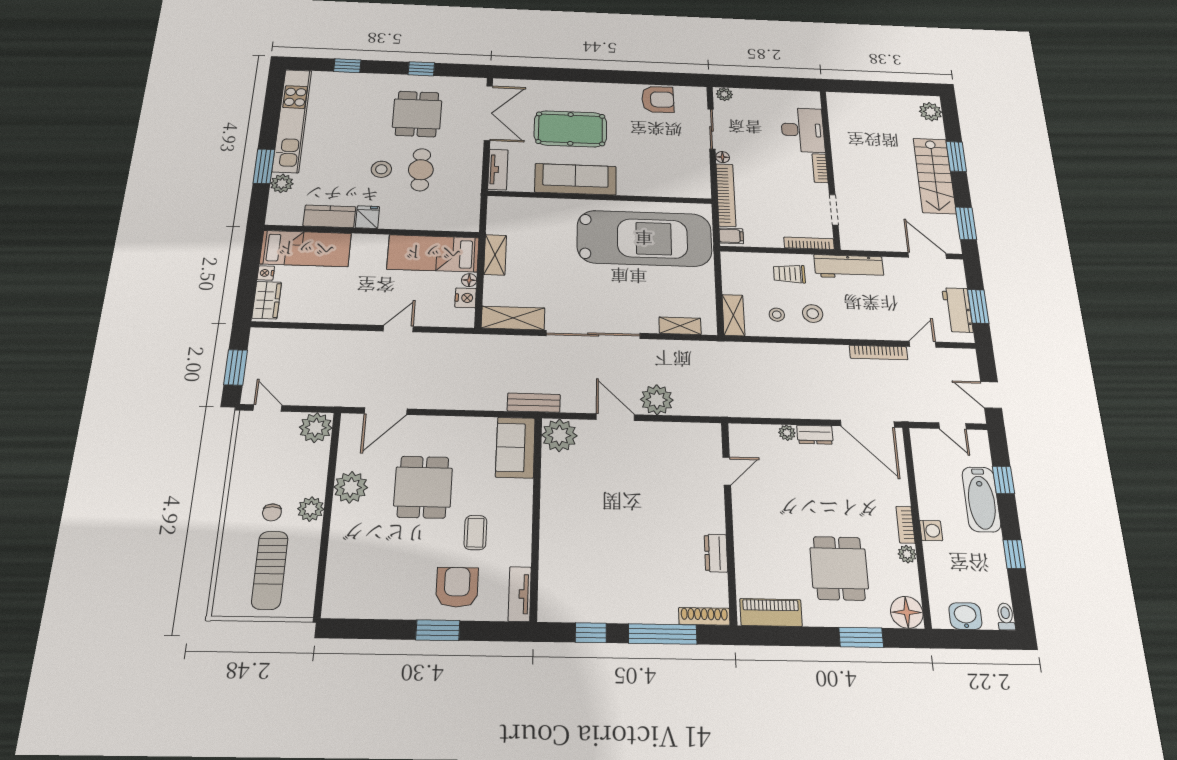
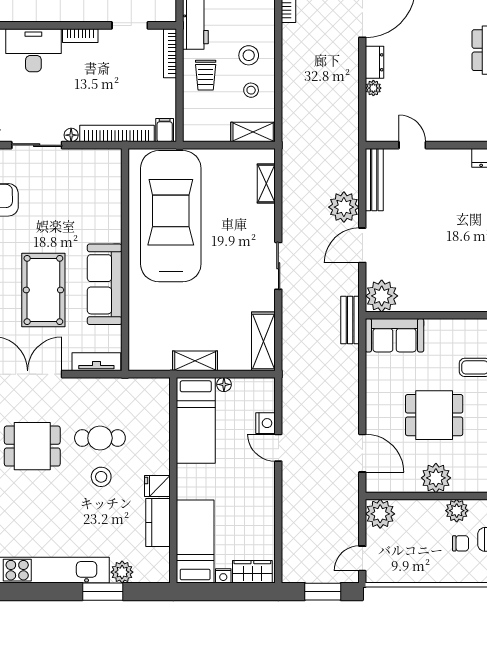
nightstand: (466, 298) -> (265, 423), moved, turned 90
sliding door: (593, 334) -> (278, 266), width x0.54
bench: (687, 431) -> (374, 180), added

